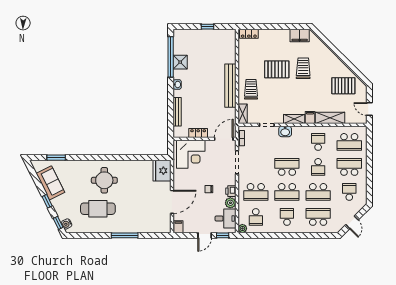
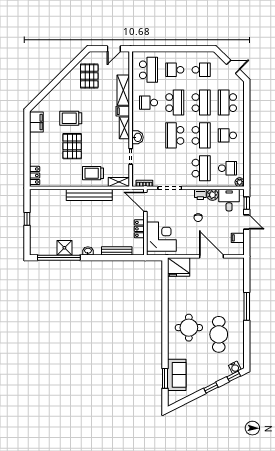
school desk: (318, 167) -> (175, 103), width x1.85
school desk: (349, 167) -> (175, 70), width x0.54
sofa: (50, 183) -> (177, 375), moved, turned 117
school desk: (349, 192) -> (201, 70), turned 180
filing cabinet: (178, 227) -> (238, 238), moved

